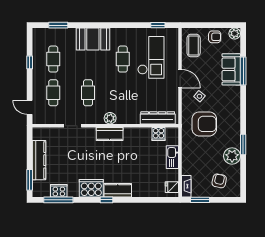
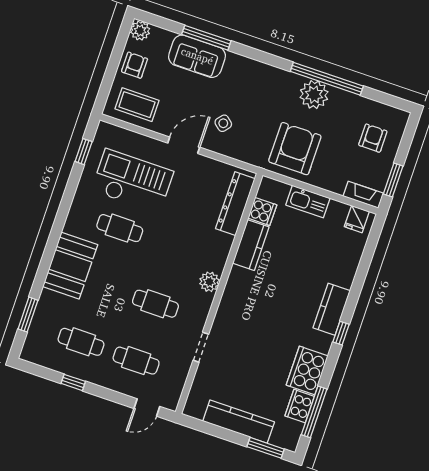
armchair: (204, 124) -> (295, 149), moved
kitchen counter: (110, 134) -> (251, 245), moved
window: (243, 145) -> (327, 79), width x2.11
plant: (232, 156) -> (314, 95), moved
armchair: (219, 181) -> (373, 138), turned 78
cooker: (91, 188) -> (307, 370), moved

